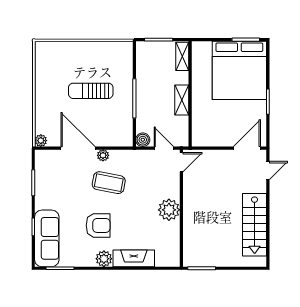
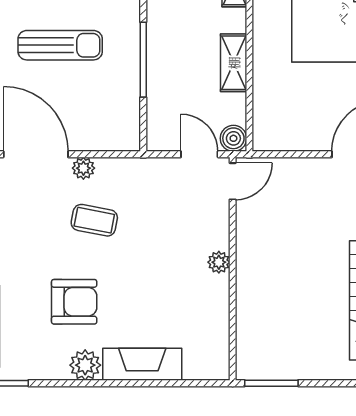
sun lounger: (91, 91) -> (60, 45), turned 180
boiler: (143, 140) -> (233, 138), moved
coffee table: (109, 183) -> (94, 220), width x0.73, depth x0.77
plant: (169, 210) -> (219, 262), width x0.53, depth x0.53

